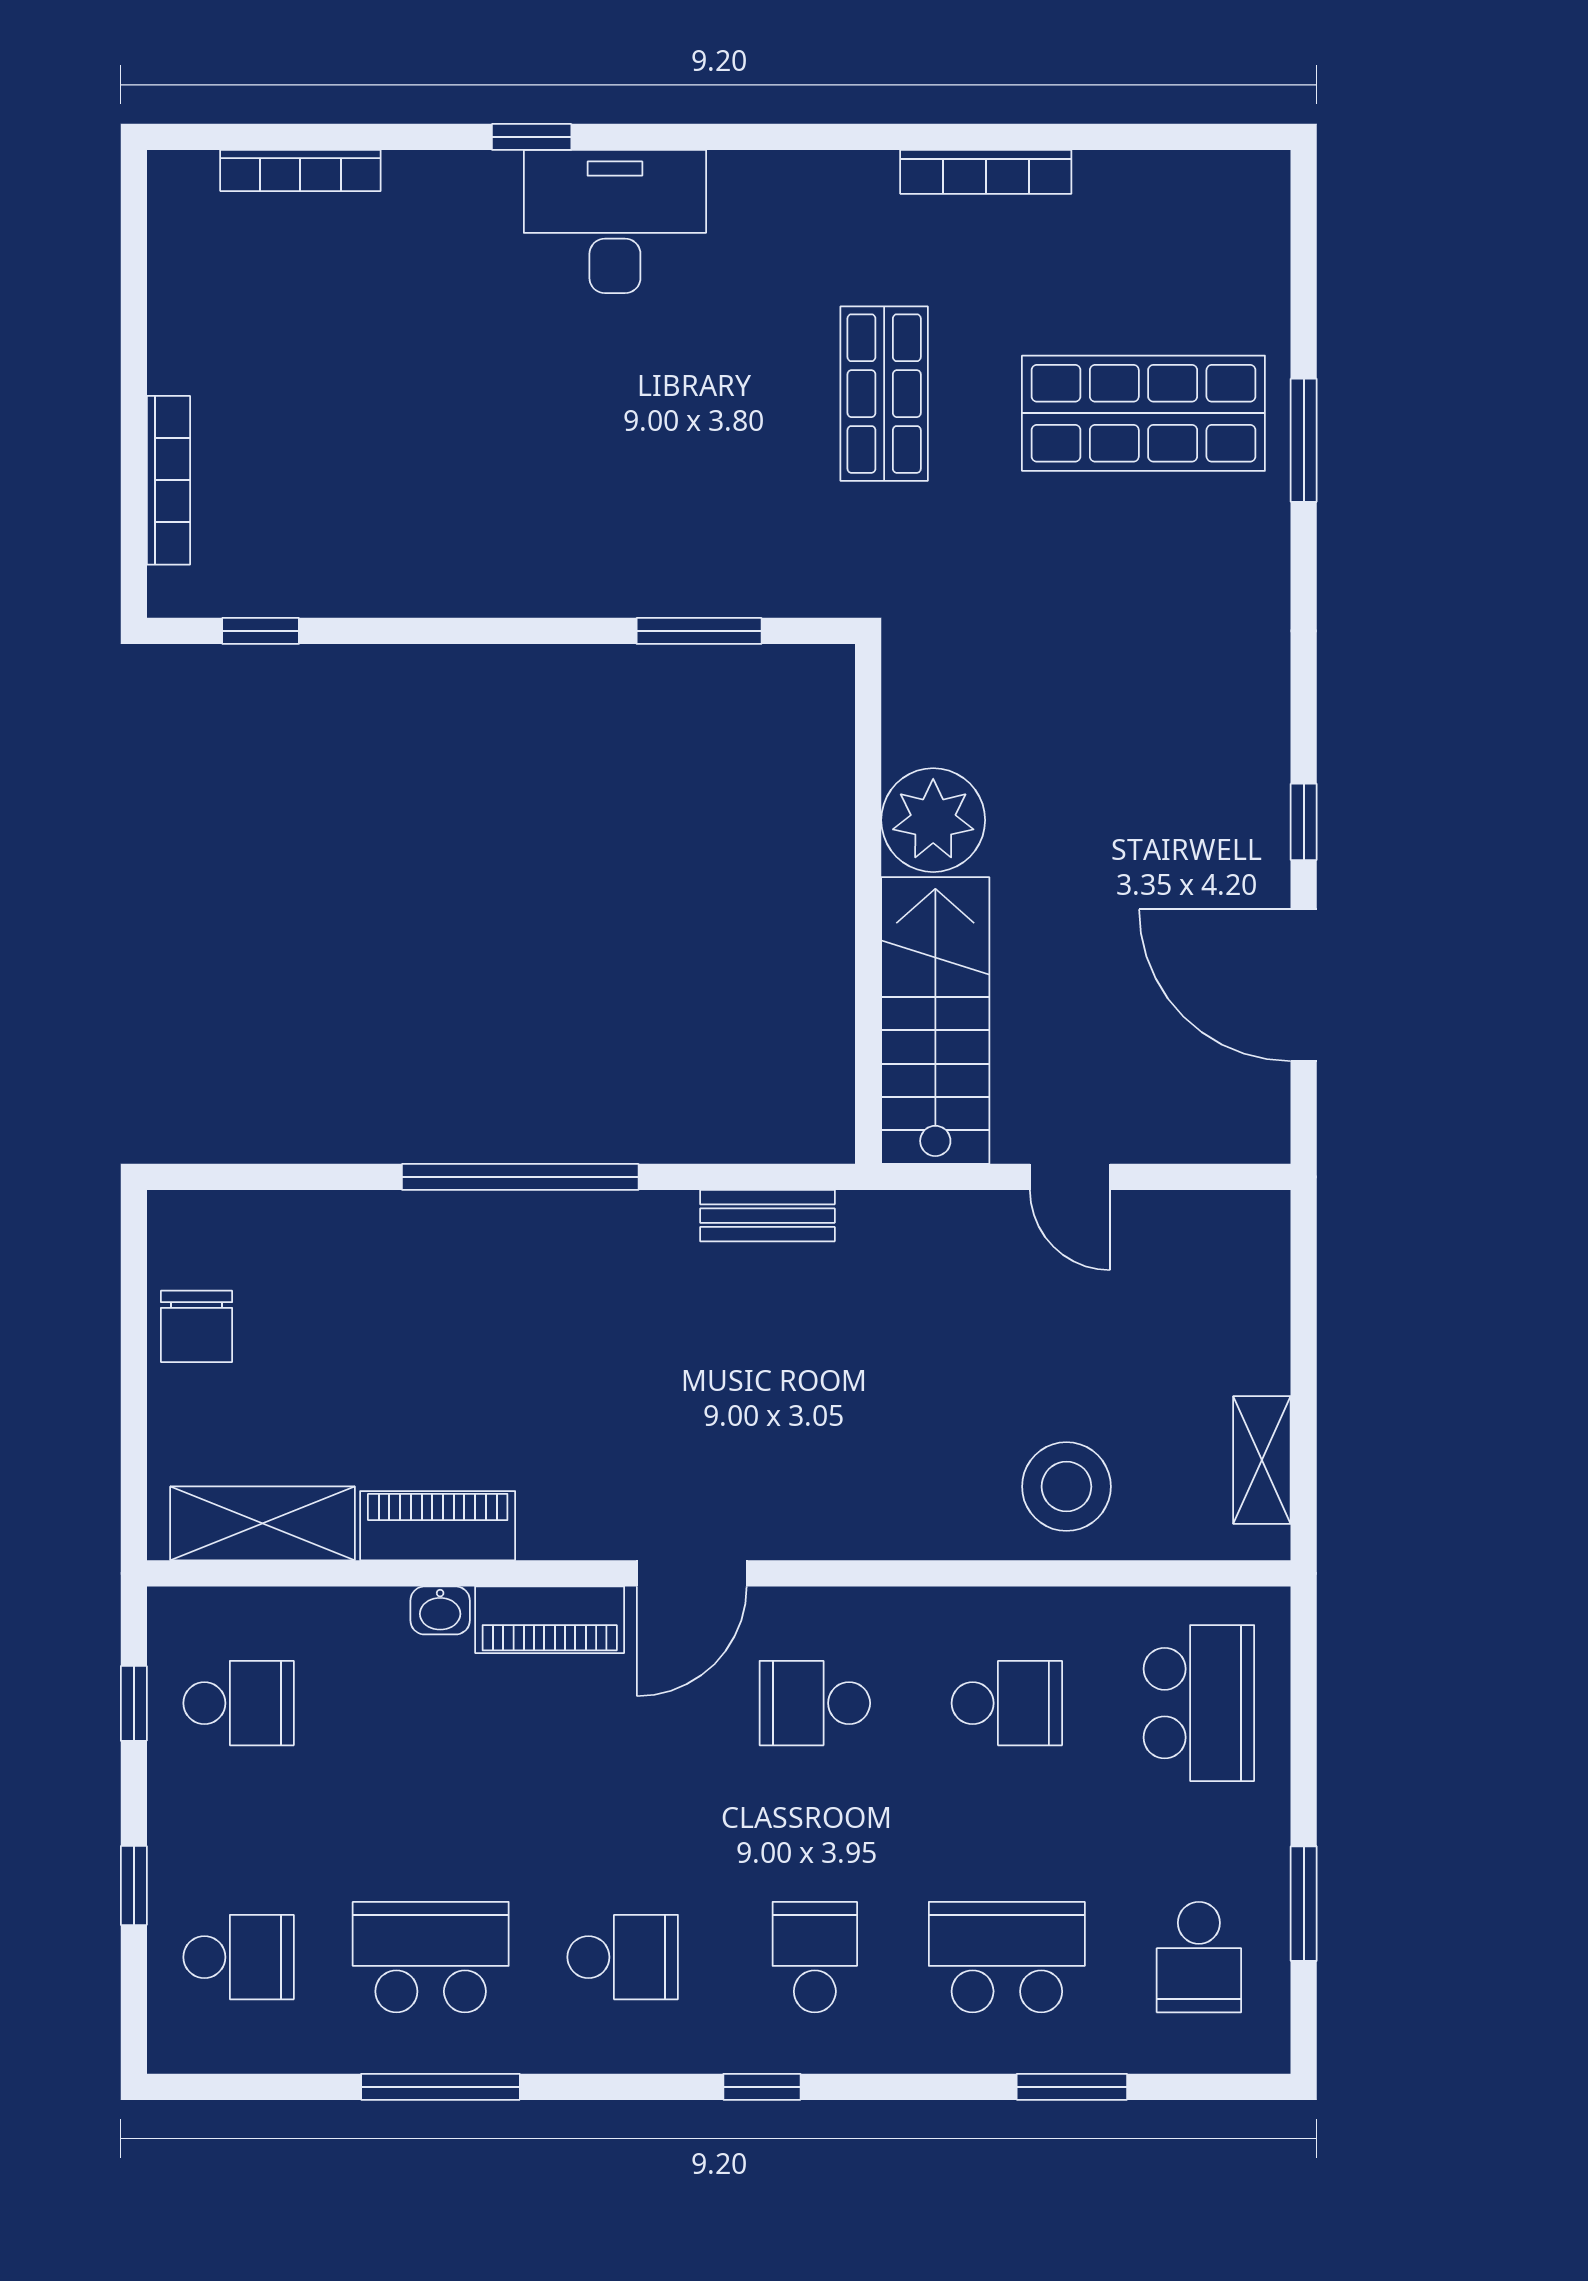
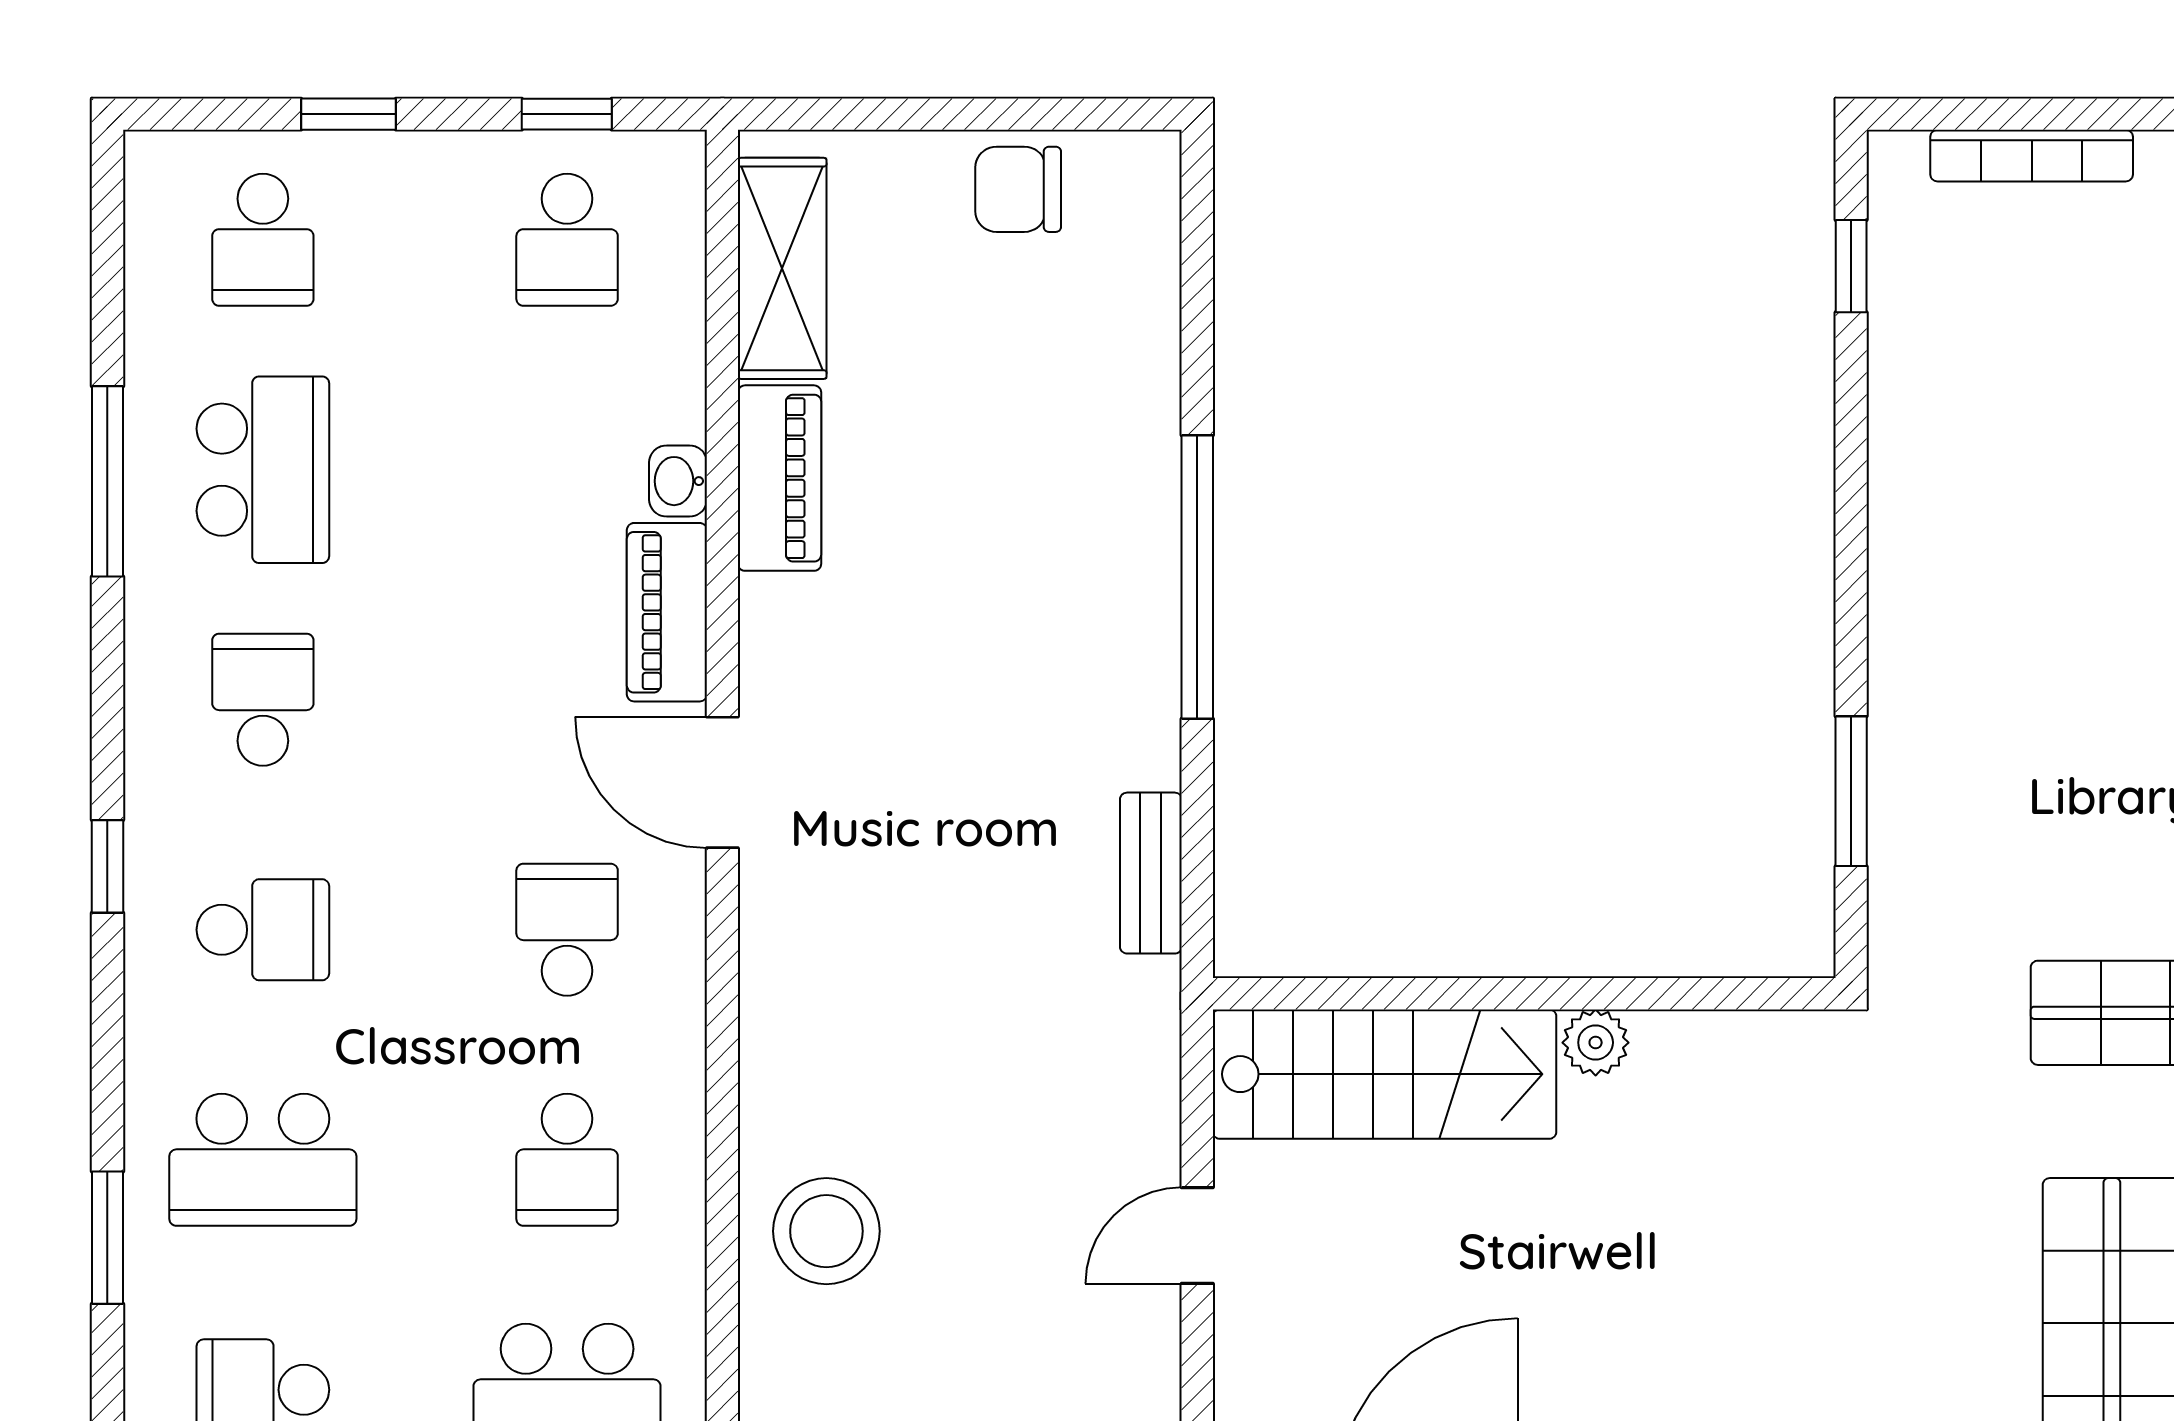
plant: (933, 820) -> (1596, 1043), width x0.53, depth x0.53
school desk: (623, 1957) -> (263, 700), turned 180
school desk: (1007, 1957) -> (263, 1160), turned 90

